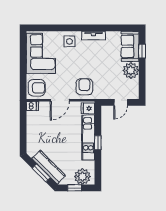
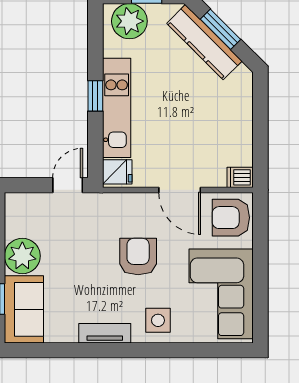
armchair: (84, 87) -> (138, 257), moved, turned 180
door: (60, 100) -> (180, 190), swing flipped
door: (121, 102) -> (68, 185), moved

